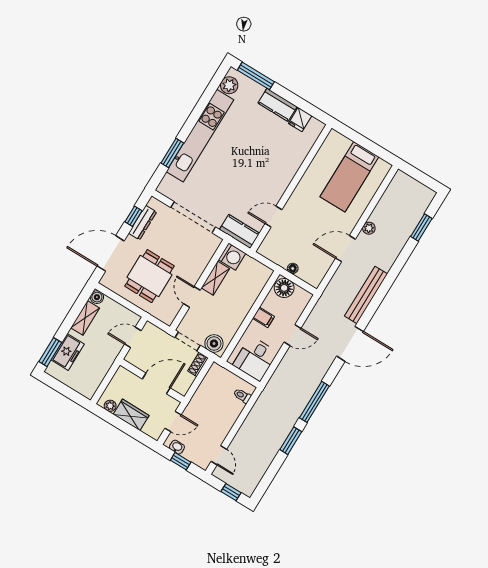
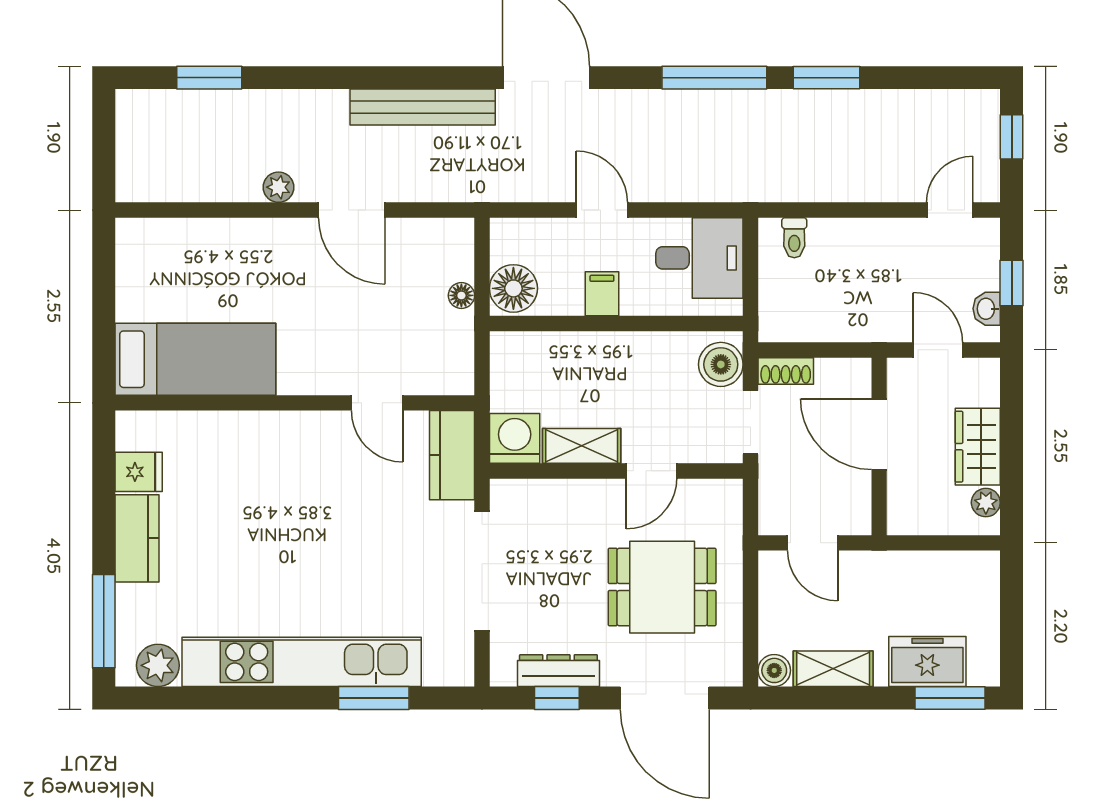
bed: (349, 177) -> (195, 359), moved

